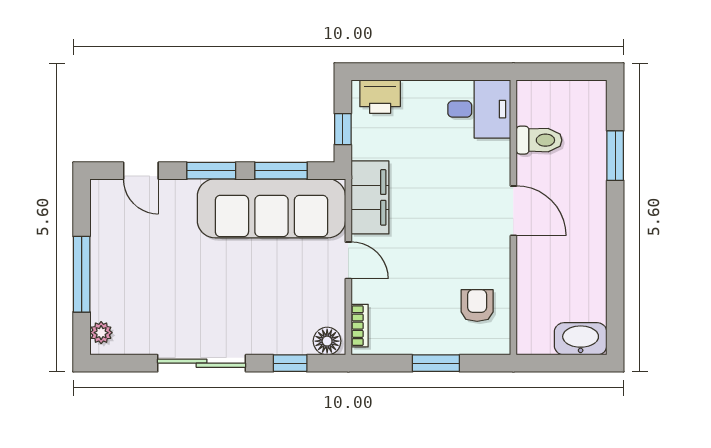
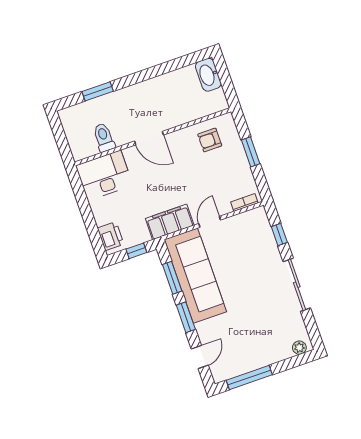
desk: (479, 109) -> (104, 175), width x1.37
door: (513, 211) -> (149, 138), swing flipped
window: (82, 274) -> (249, 377), moved
floor lamp: (327, 341) -> (260, 218), removed

